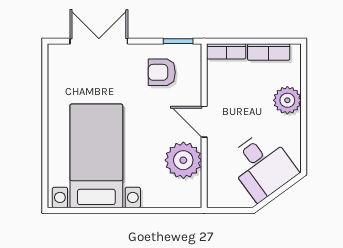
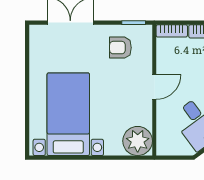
door: (204, 122) -> (154, 87), swing flipped
plant: (183, 160) -> (138, 141), moved

